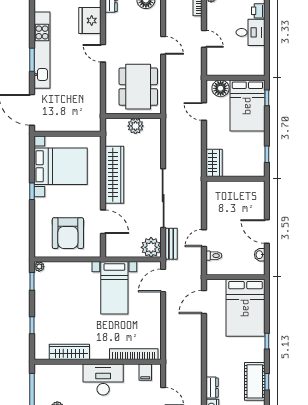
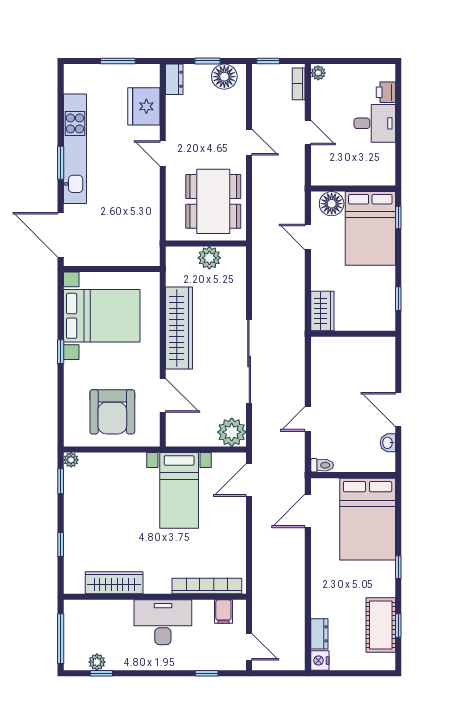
bench: (171, 244) -> (261, 427), removed
toilet: (214, 256) -> (322, 465), moved

